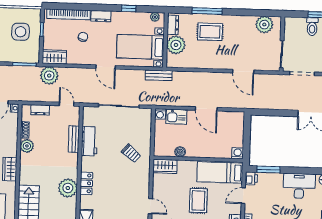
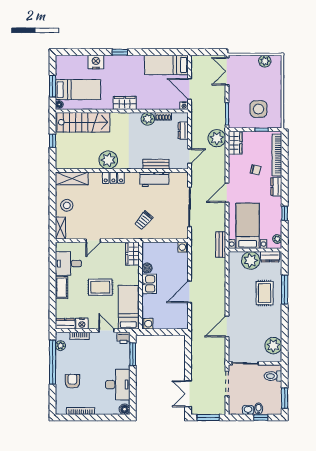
toilet: (312, 27) -> (273, 376), moved
kitchen sink: (176, 117) -> (149, 284), moved, turned 180

